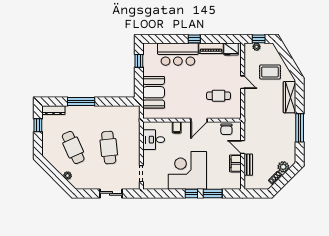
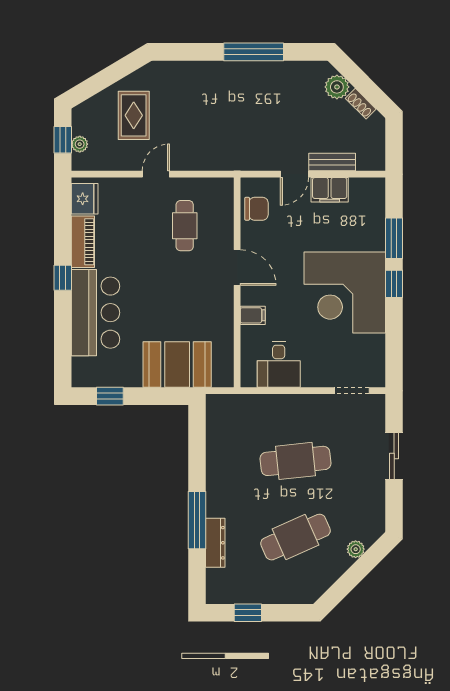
wardrobe: (290, 97) -> (188, 74), removed
dresser: (53, 110) -> (215, 543), moved

